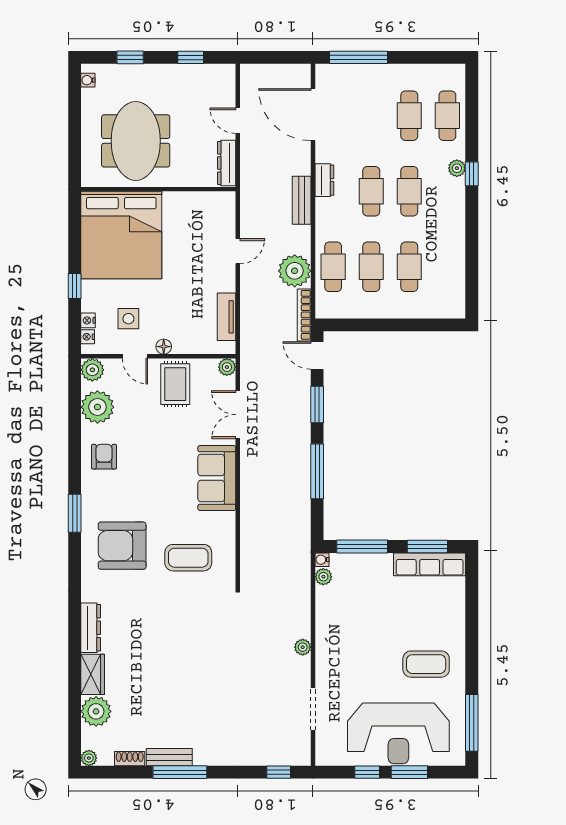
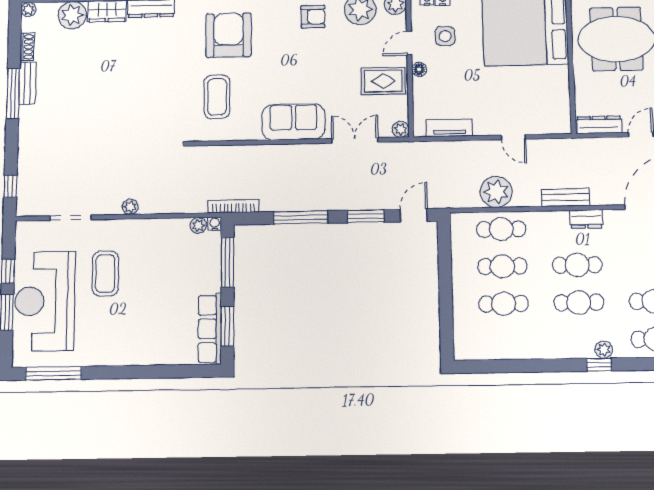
bookcase: (304, 315) -> (234, 206), moved
coffee table: (426, 664) -> (105, 274), moved

